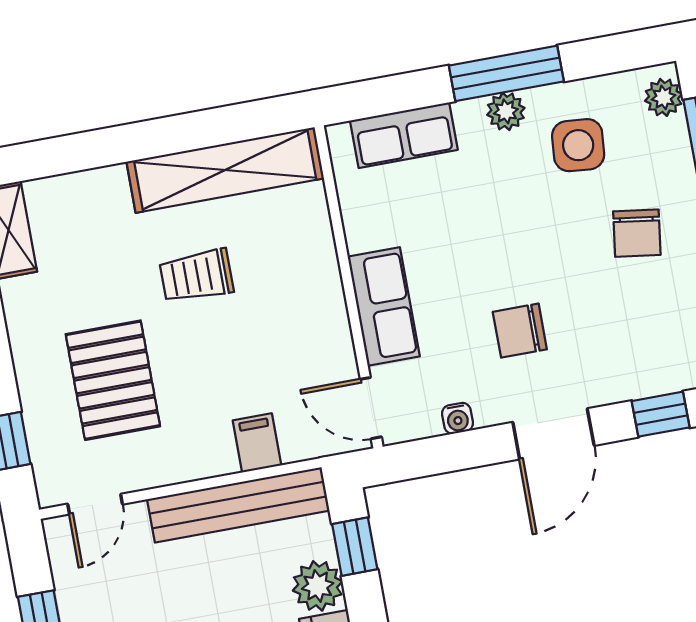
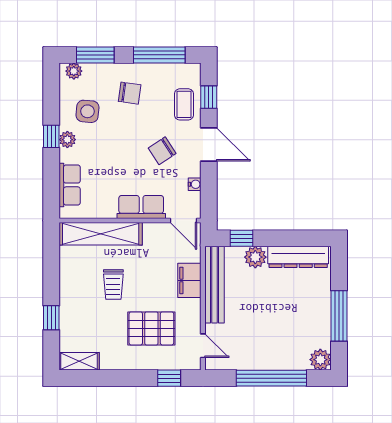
window: (506, 73) -> (51, 136), width x0.46
window: (96, 149) -> (51, 318), added
shelving: (225, 170) -> (101, 234), moved, turned 90
chair: (520, 331) -> (162, 151), turned 57
coffee table: (634, 361) -> (184, 104), added
door: (371, 408) -> (184, 220), hinge flipped
filing cabinet: (257, 443) -> (189, 280), width x2.00

